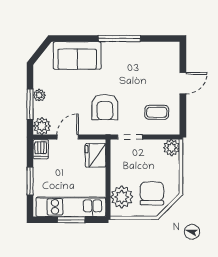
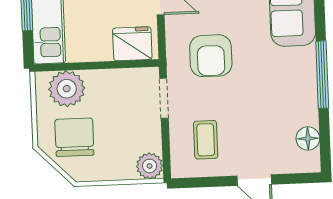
floor lamp: (158, 49) -> (308, 138), added
armchair: (105, 107) -> (211, 56), turned -90
chair: (152, 193) -> (74, 137), turned -90

